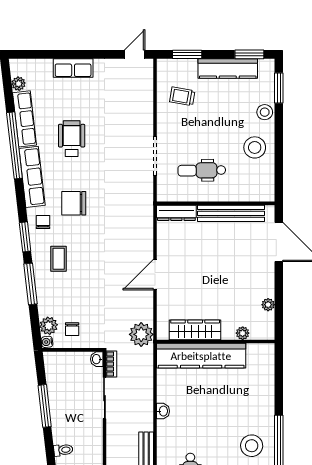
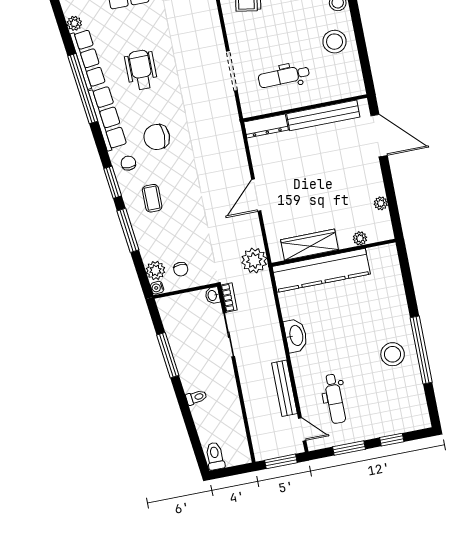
washbasin: (163, 411) -> (296, 336), width x1.91, depth x1.45

